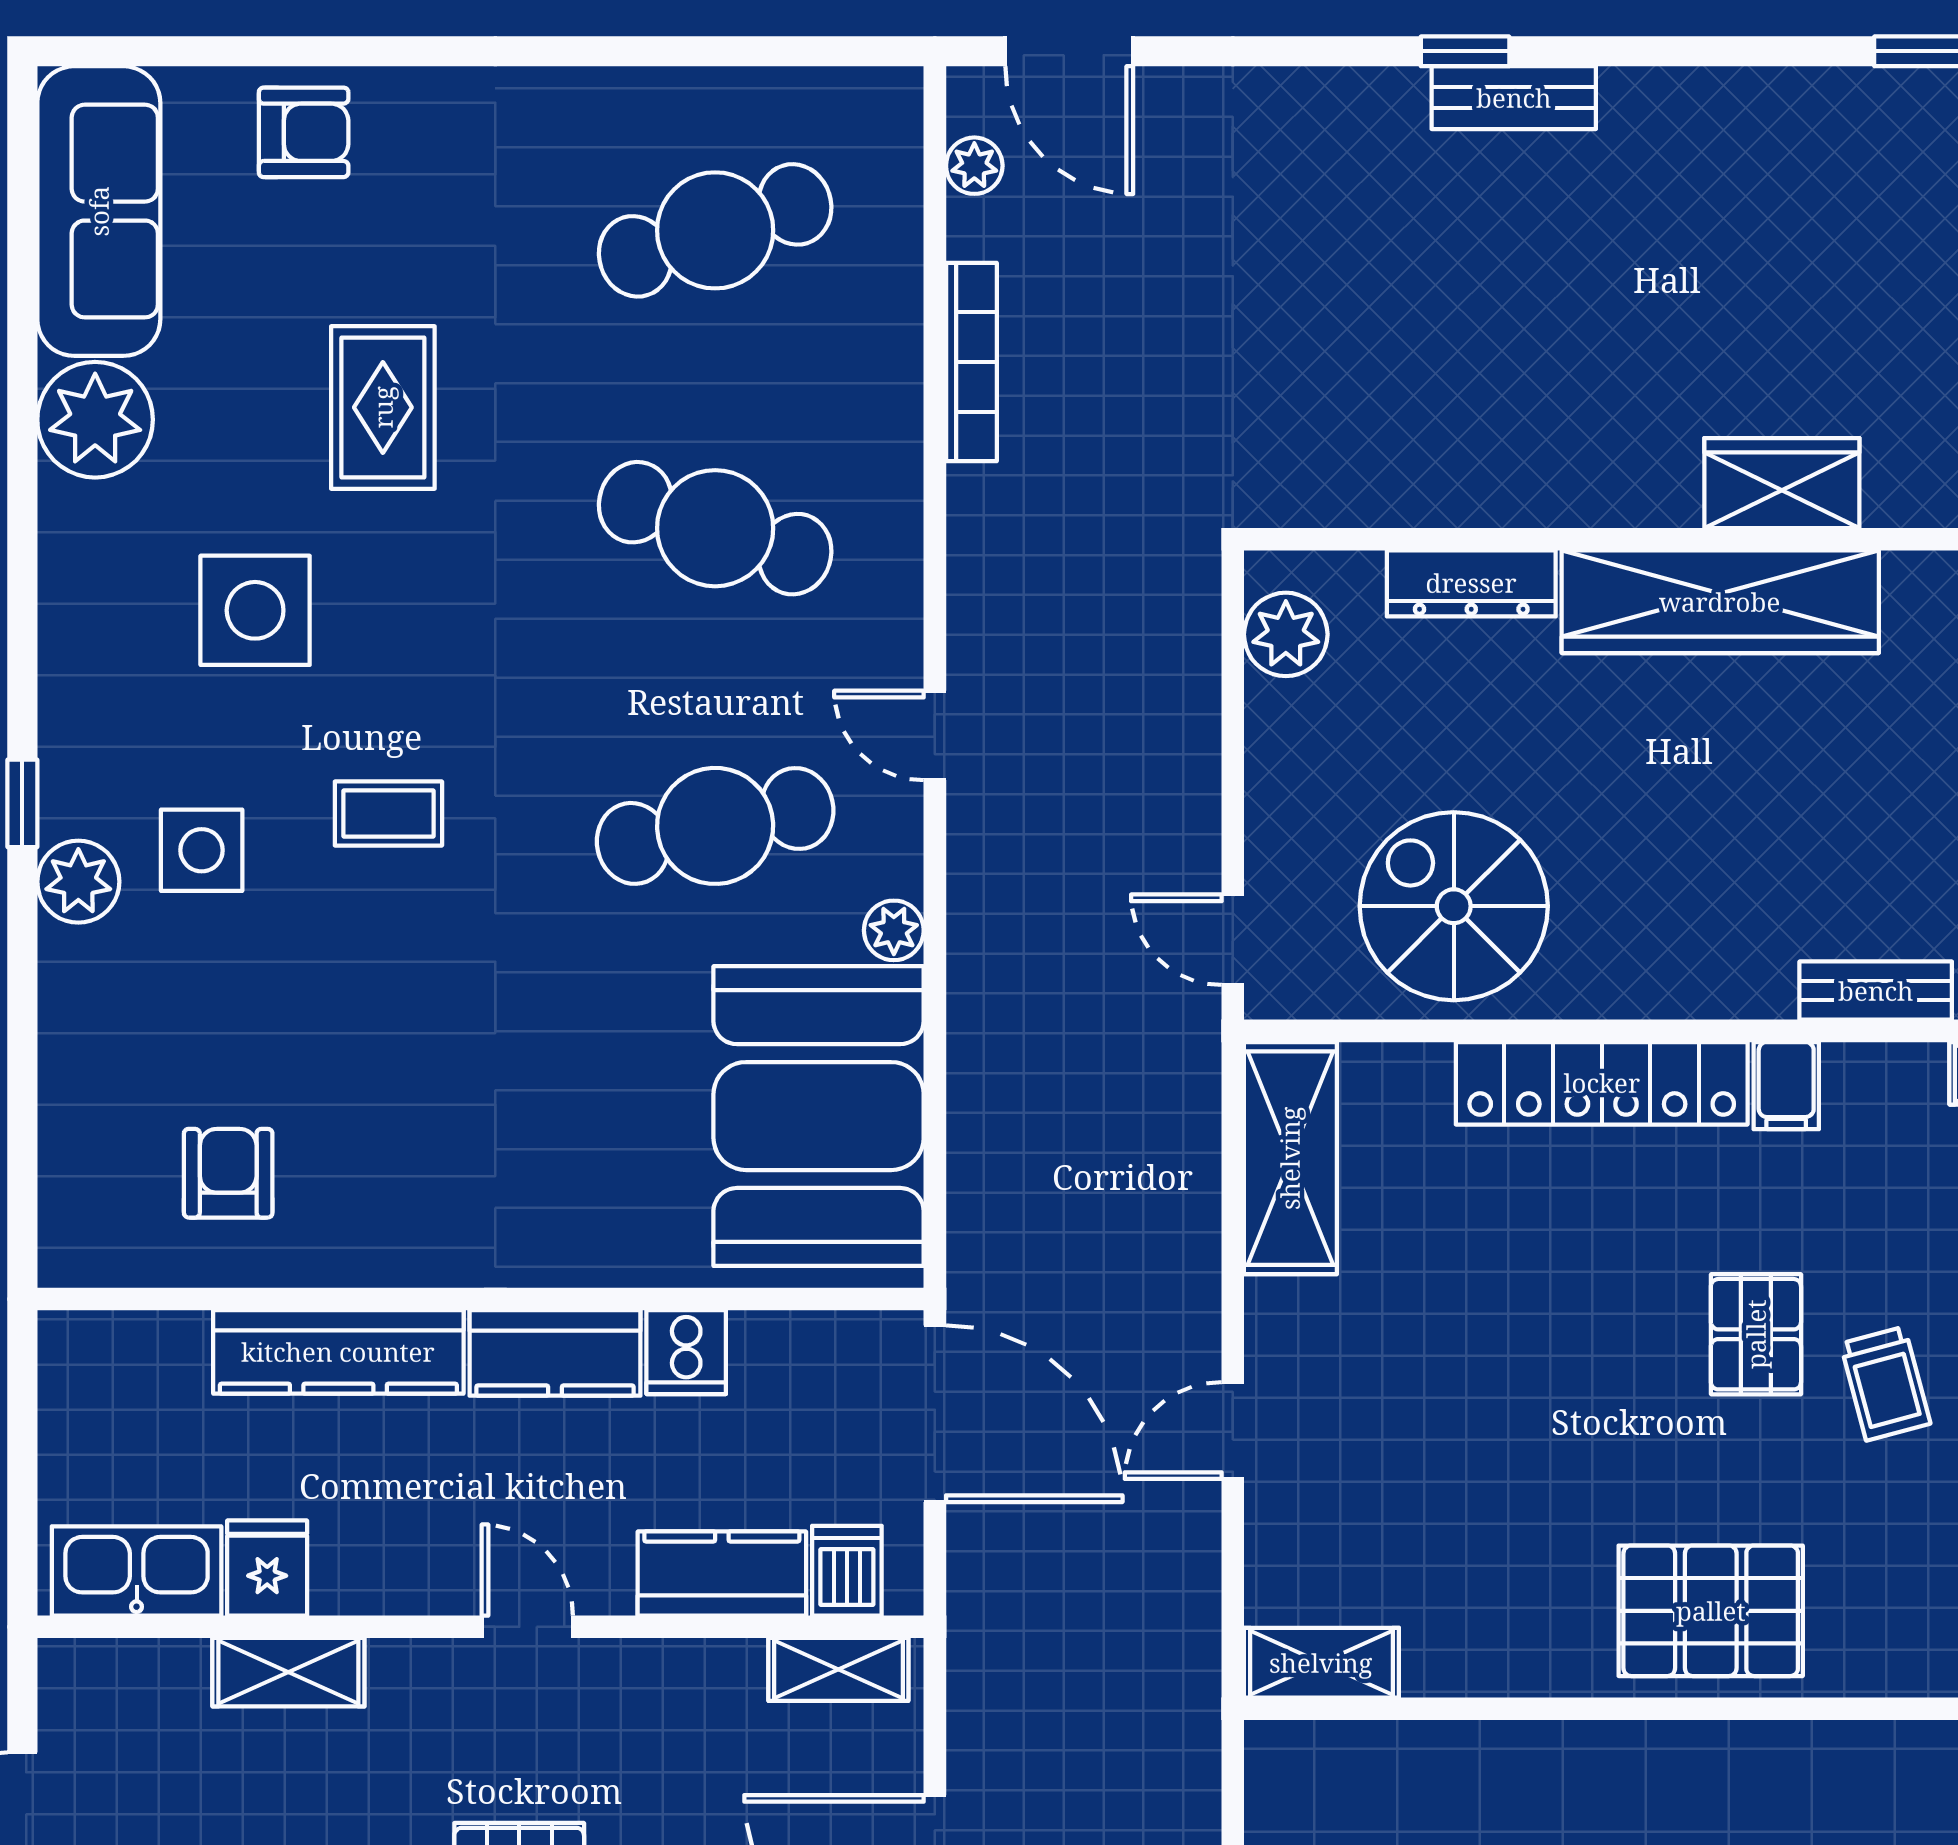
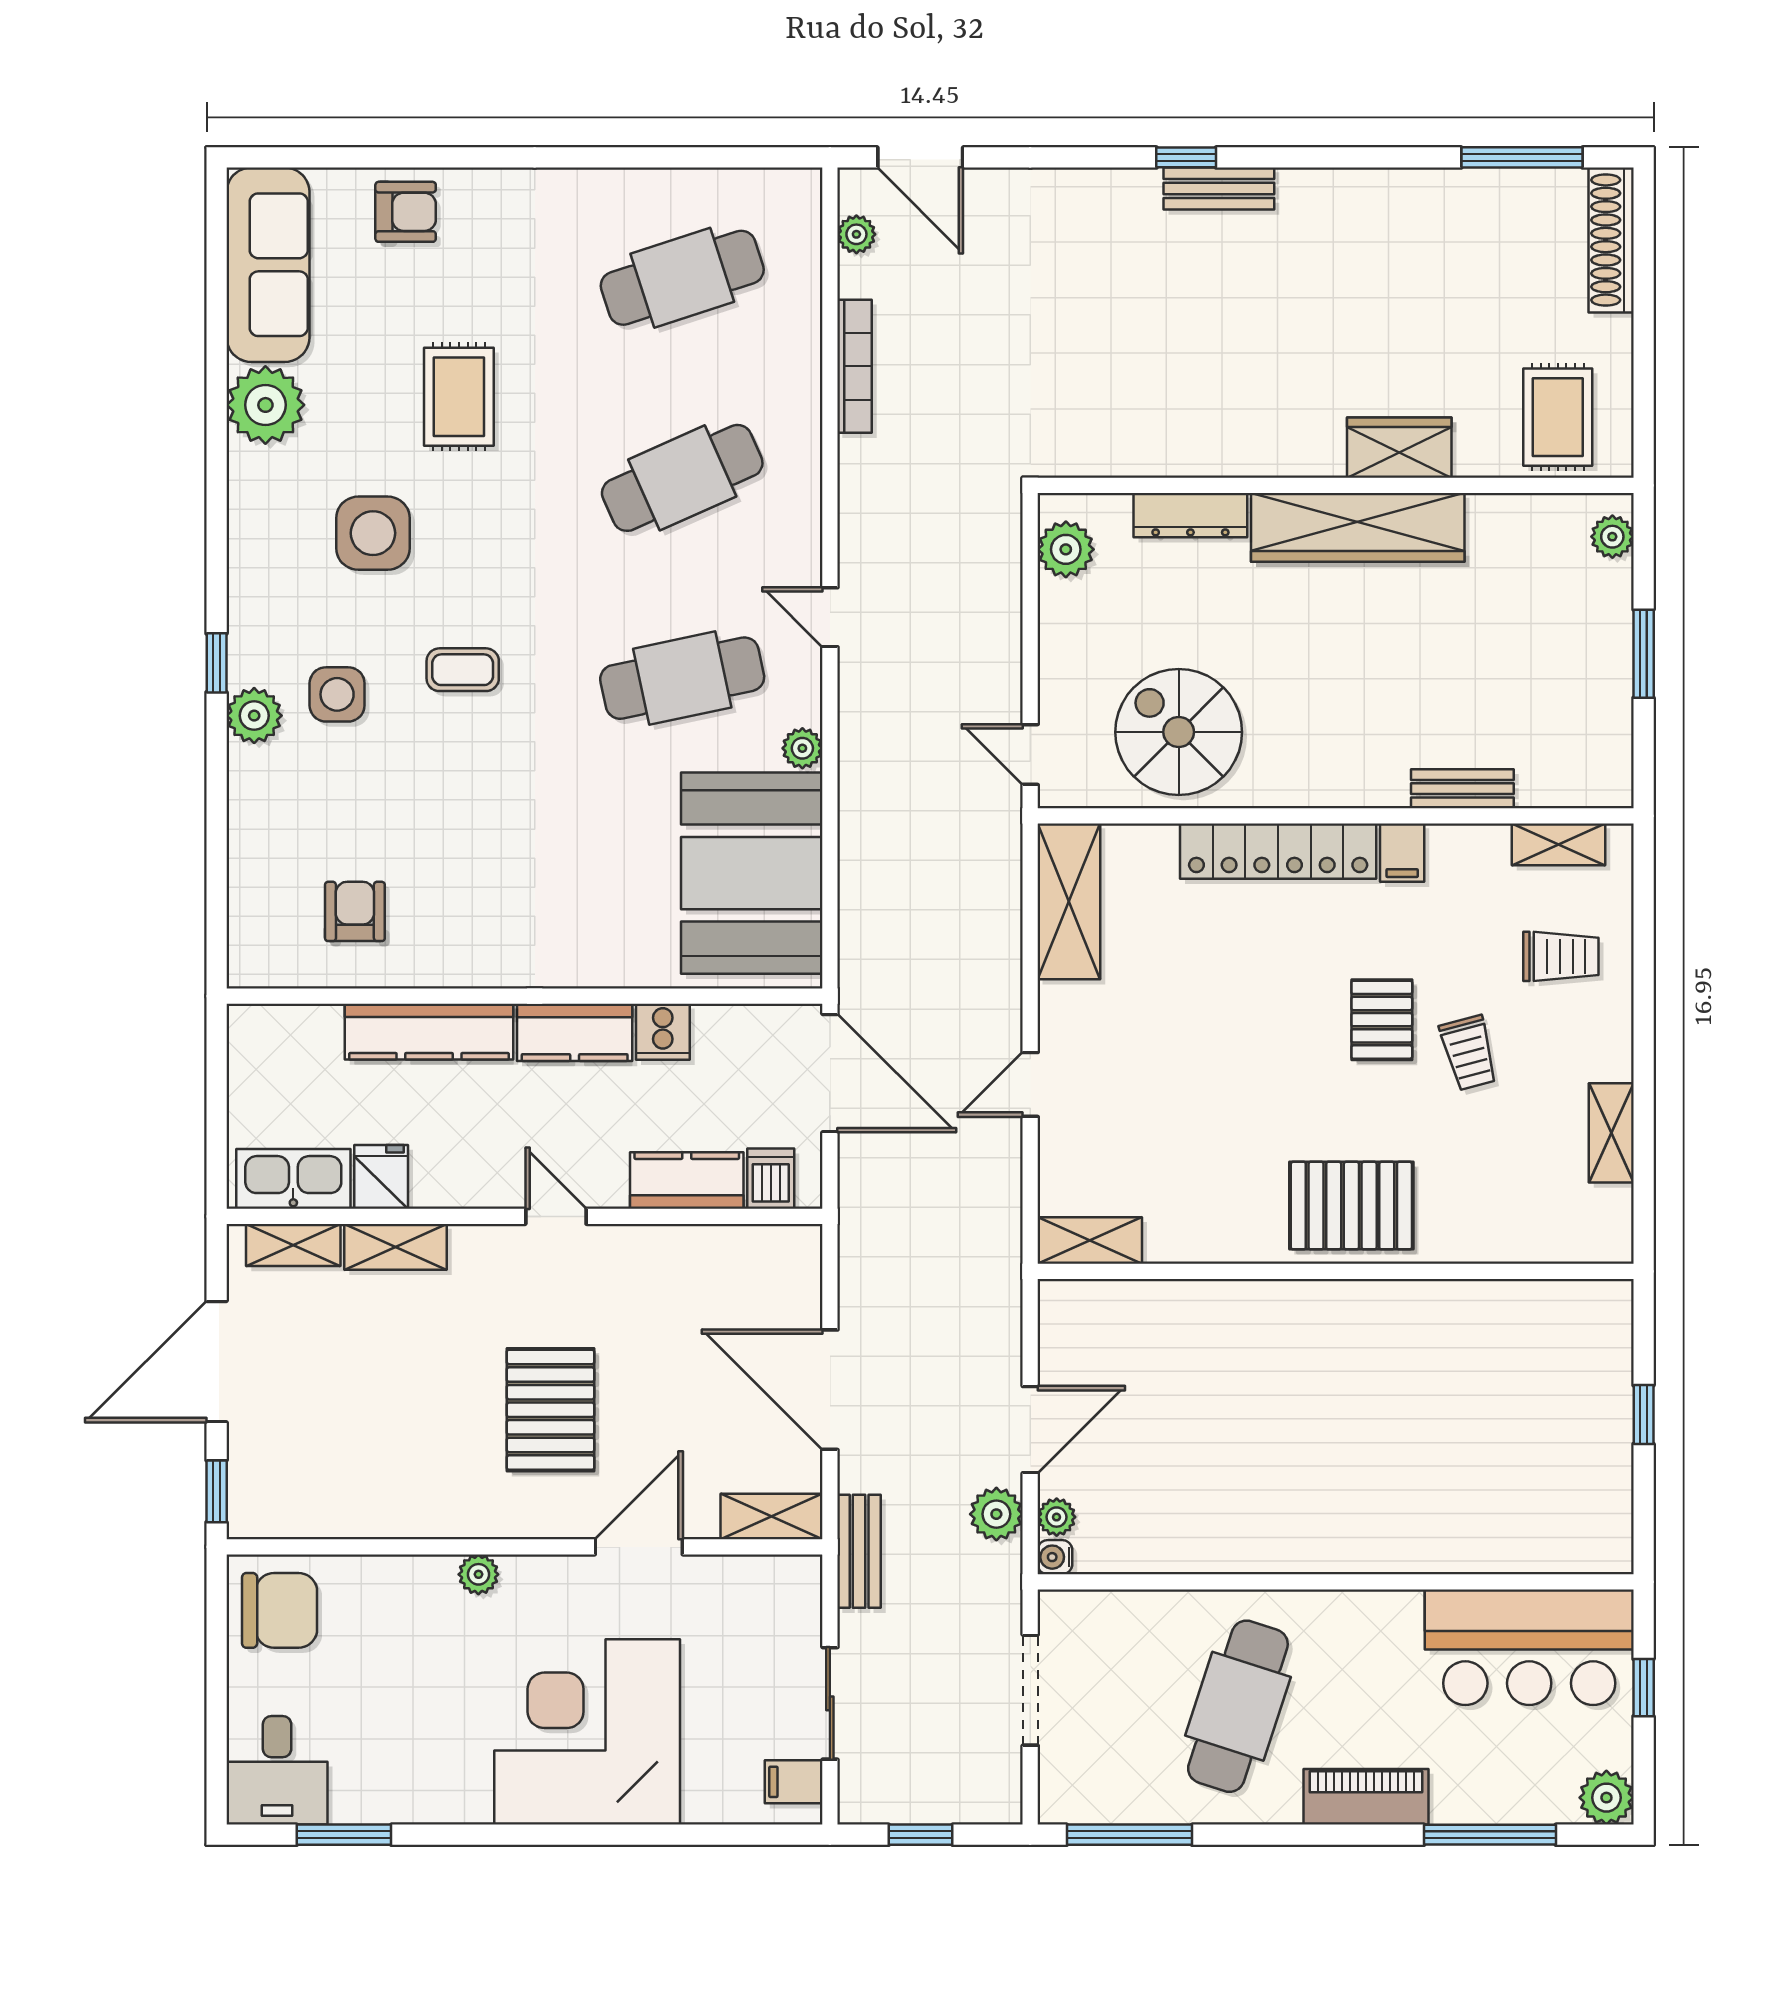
cafe table: (715, 528) -> (682, 478), turned -42
shelving: (838, 1669) -> (293, 1245), moved

